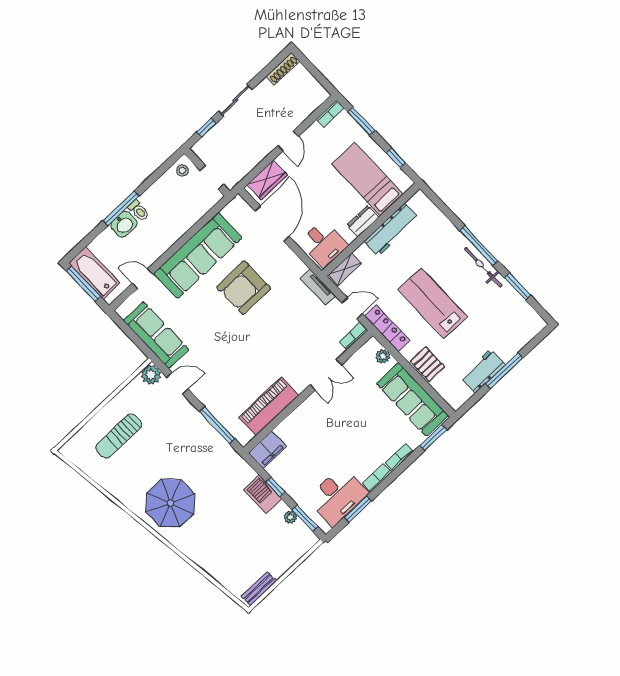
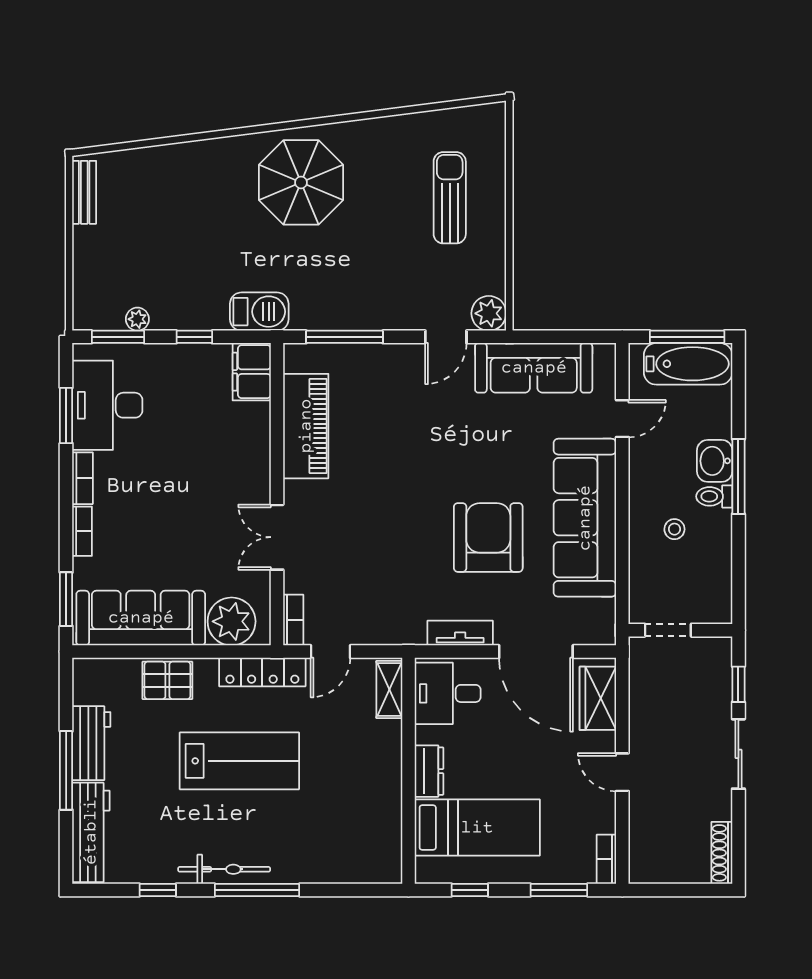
stool: (182, 170) -> (674, 529), moved
workbench: (391, 230) -> (91, 832), moved, turned 180
tv unit: (318, 287) -> (460, 633), moved
window: (518, 287) -> (158, 890), width x0.67
plant: (383, 356) -> (232, 621), width x1.88, depth x1.88
barbecue: (263, 494) -> (259, 312), moved

